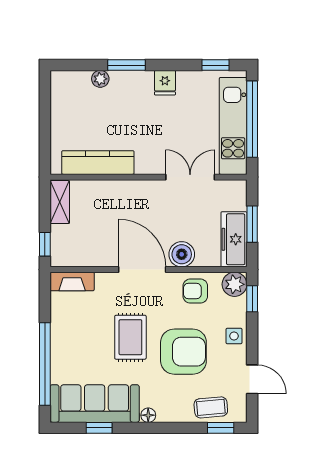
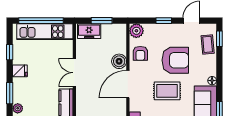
window: (216, 65) -> (10, 52), moved
double door: (190, 177) -> (74, 73), moved
freezer: (234, 239) -> (89, 31), moved, width x0.71
window: (252, 299) -> (164, 21), moved
side table: (234, 336) -> (166, 31), removed
armchair: (183, 352) -> (175, 60), turned 90

